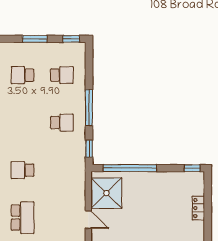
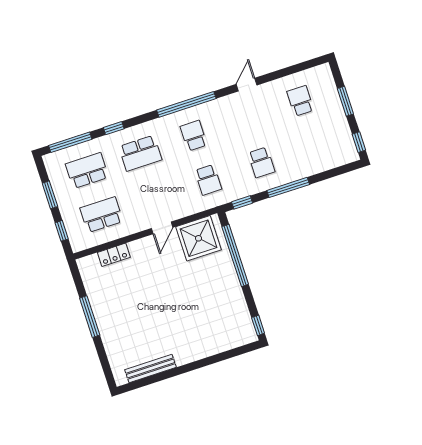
school desk: (62, 75) -> (208, 180), moved
locker: (198, 208) -> (216, 347), removed

